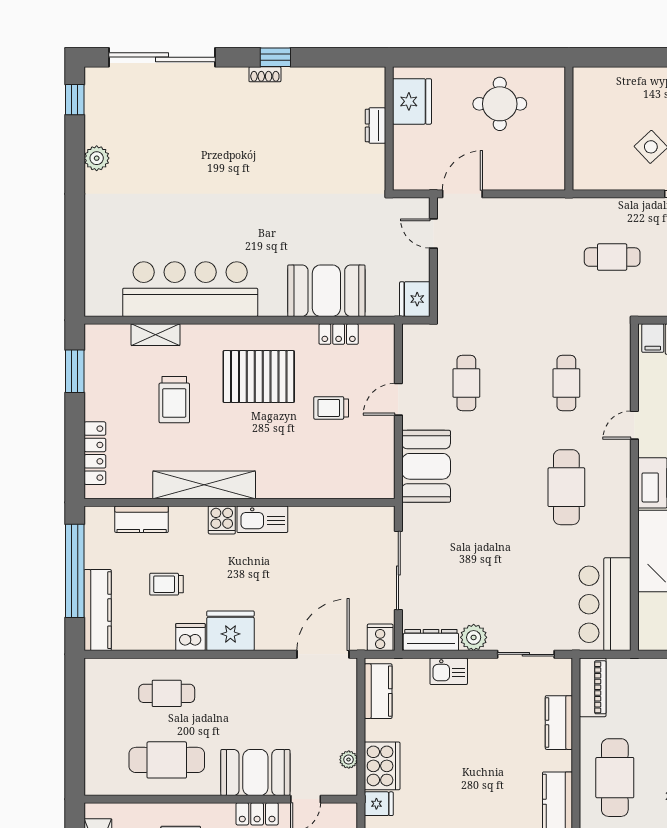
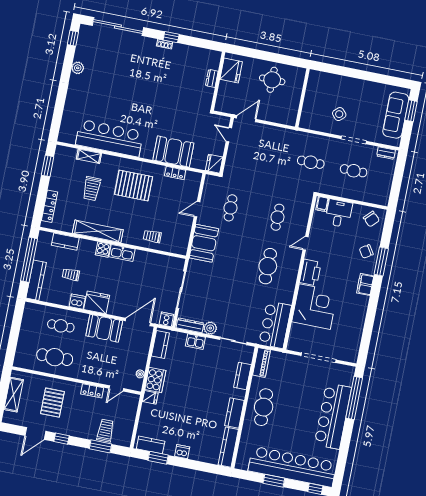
trolley: (331, 408) -> (152, 236), moved
booth: (255, 772) -> (104, 328), moved

